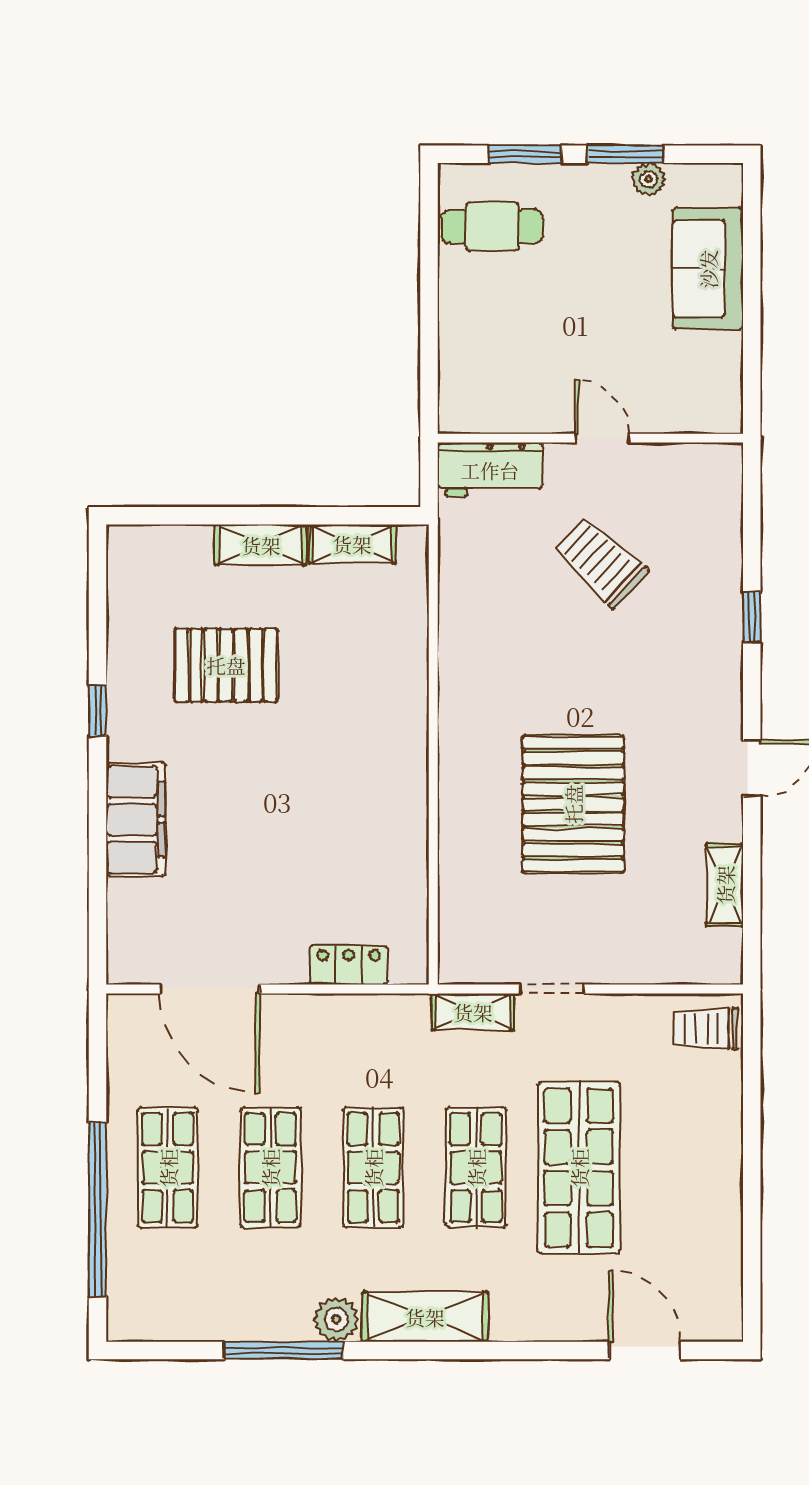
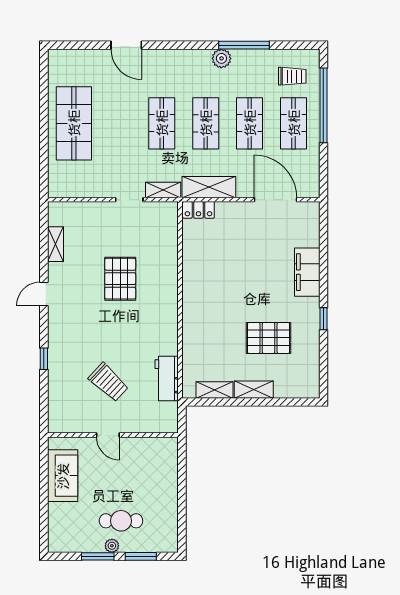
plant: (648, 179) -> (112, 546), moved
cafe table: (492, 227) -> (121, 521), moved
sofa: (708, 269) -> (63, 476), moved
workbench: (490, 470) -> (167, 378), moved, turned -90
pallet: (573, 804) -> (120, 279), width x0.73, depth x0.71
locker: (349, 965) -> (198, 210), moved
trolley: (706, 1029) -> (292, 76), moved
shop shelf: (579, 1168) -> (74, 123), moved
shelving: (425, 1317) -> (209, 187), moved
door: (645, 1350) -> (126, 45), moved

